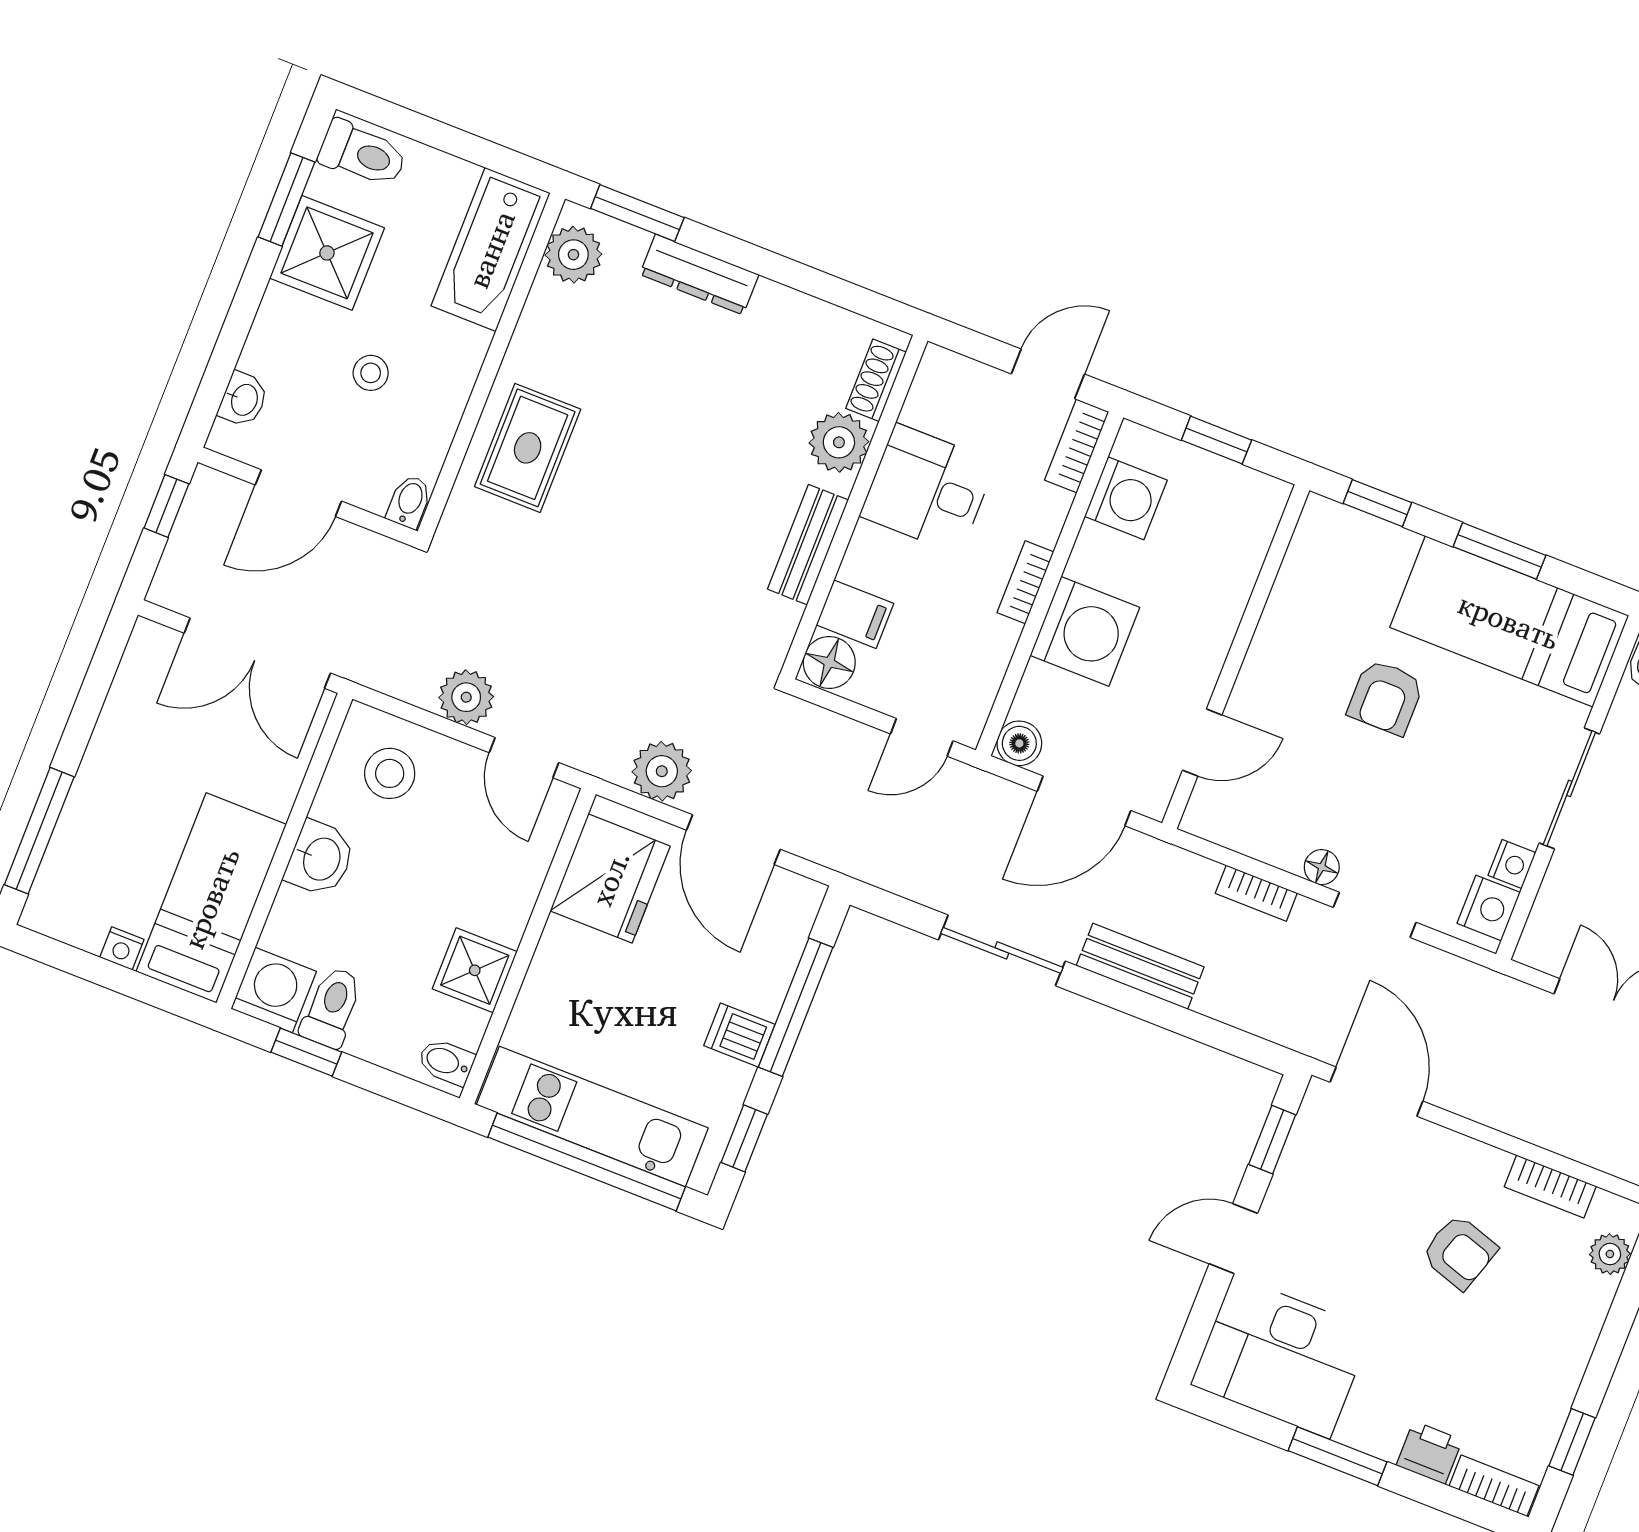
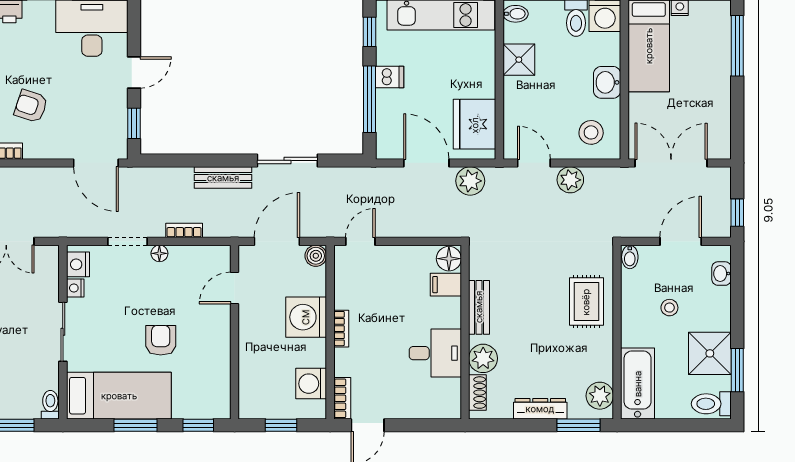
shoe rack: (876, 380) -> (477, 393), moved
plant: (839, 442) -> (483, 358), moved
desk: (928, 489) -> (435, 353), moved
wall: (854, 507) -> (465, 332), moved
bench: (808, 545) -> (479, 307), moved
filing cabinet: (855, 614) -> (446, 285), moved
floor lamp: (829, 662) -> (449, 259), moved

